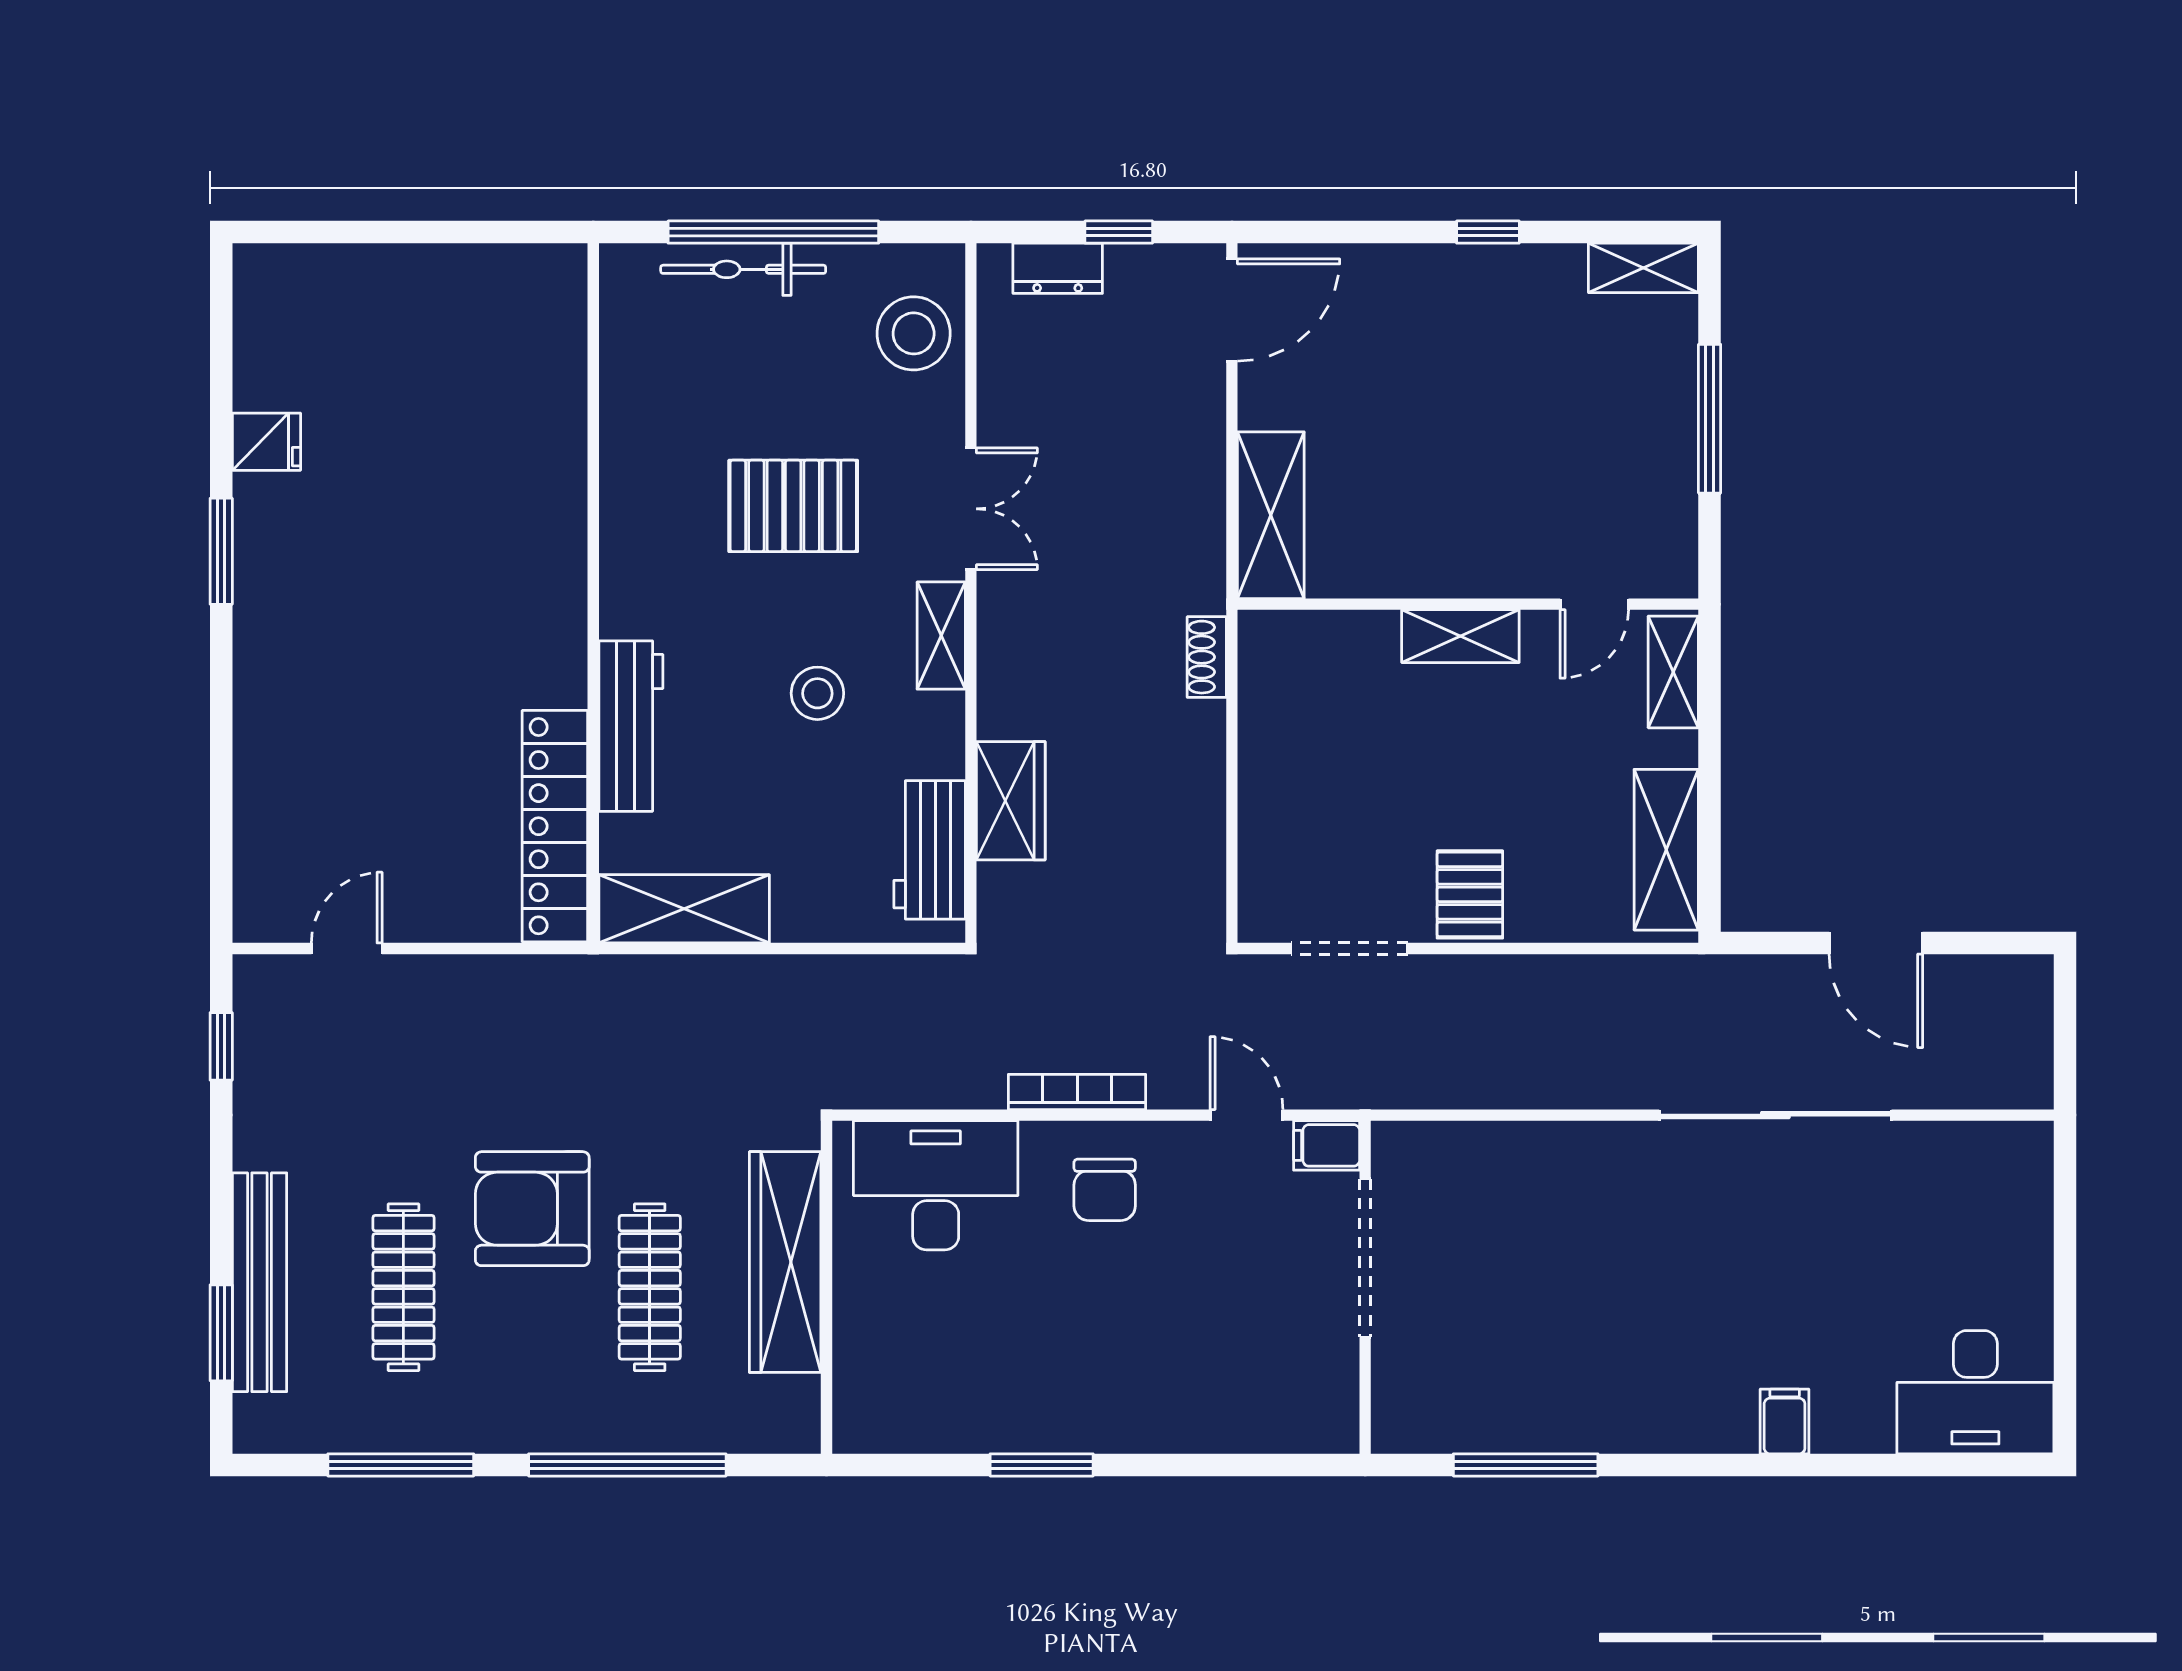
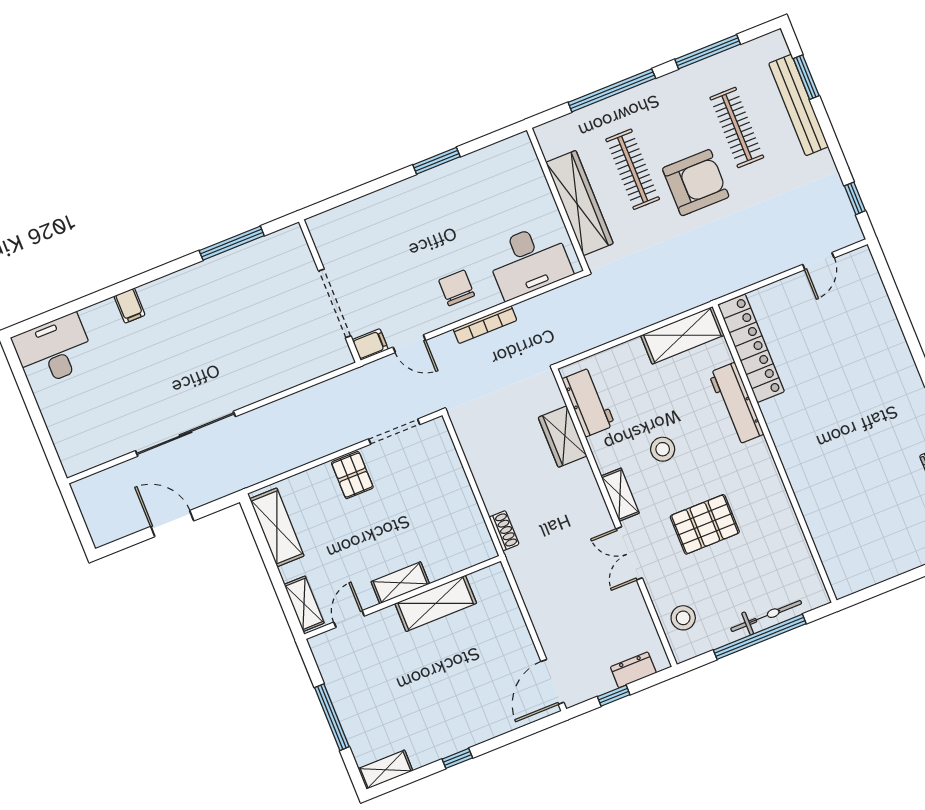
stool: (914, 333) -> (683, 618), width x0.73, depth x0.73
shelving: (1271, 515) -> (436, 603), moved, turned 90

